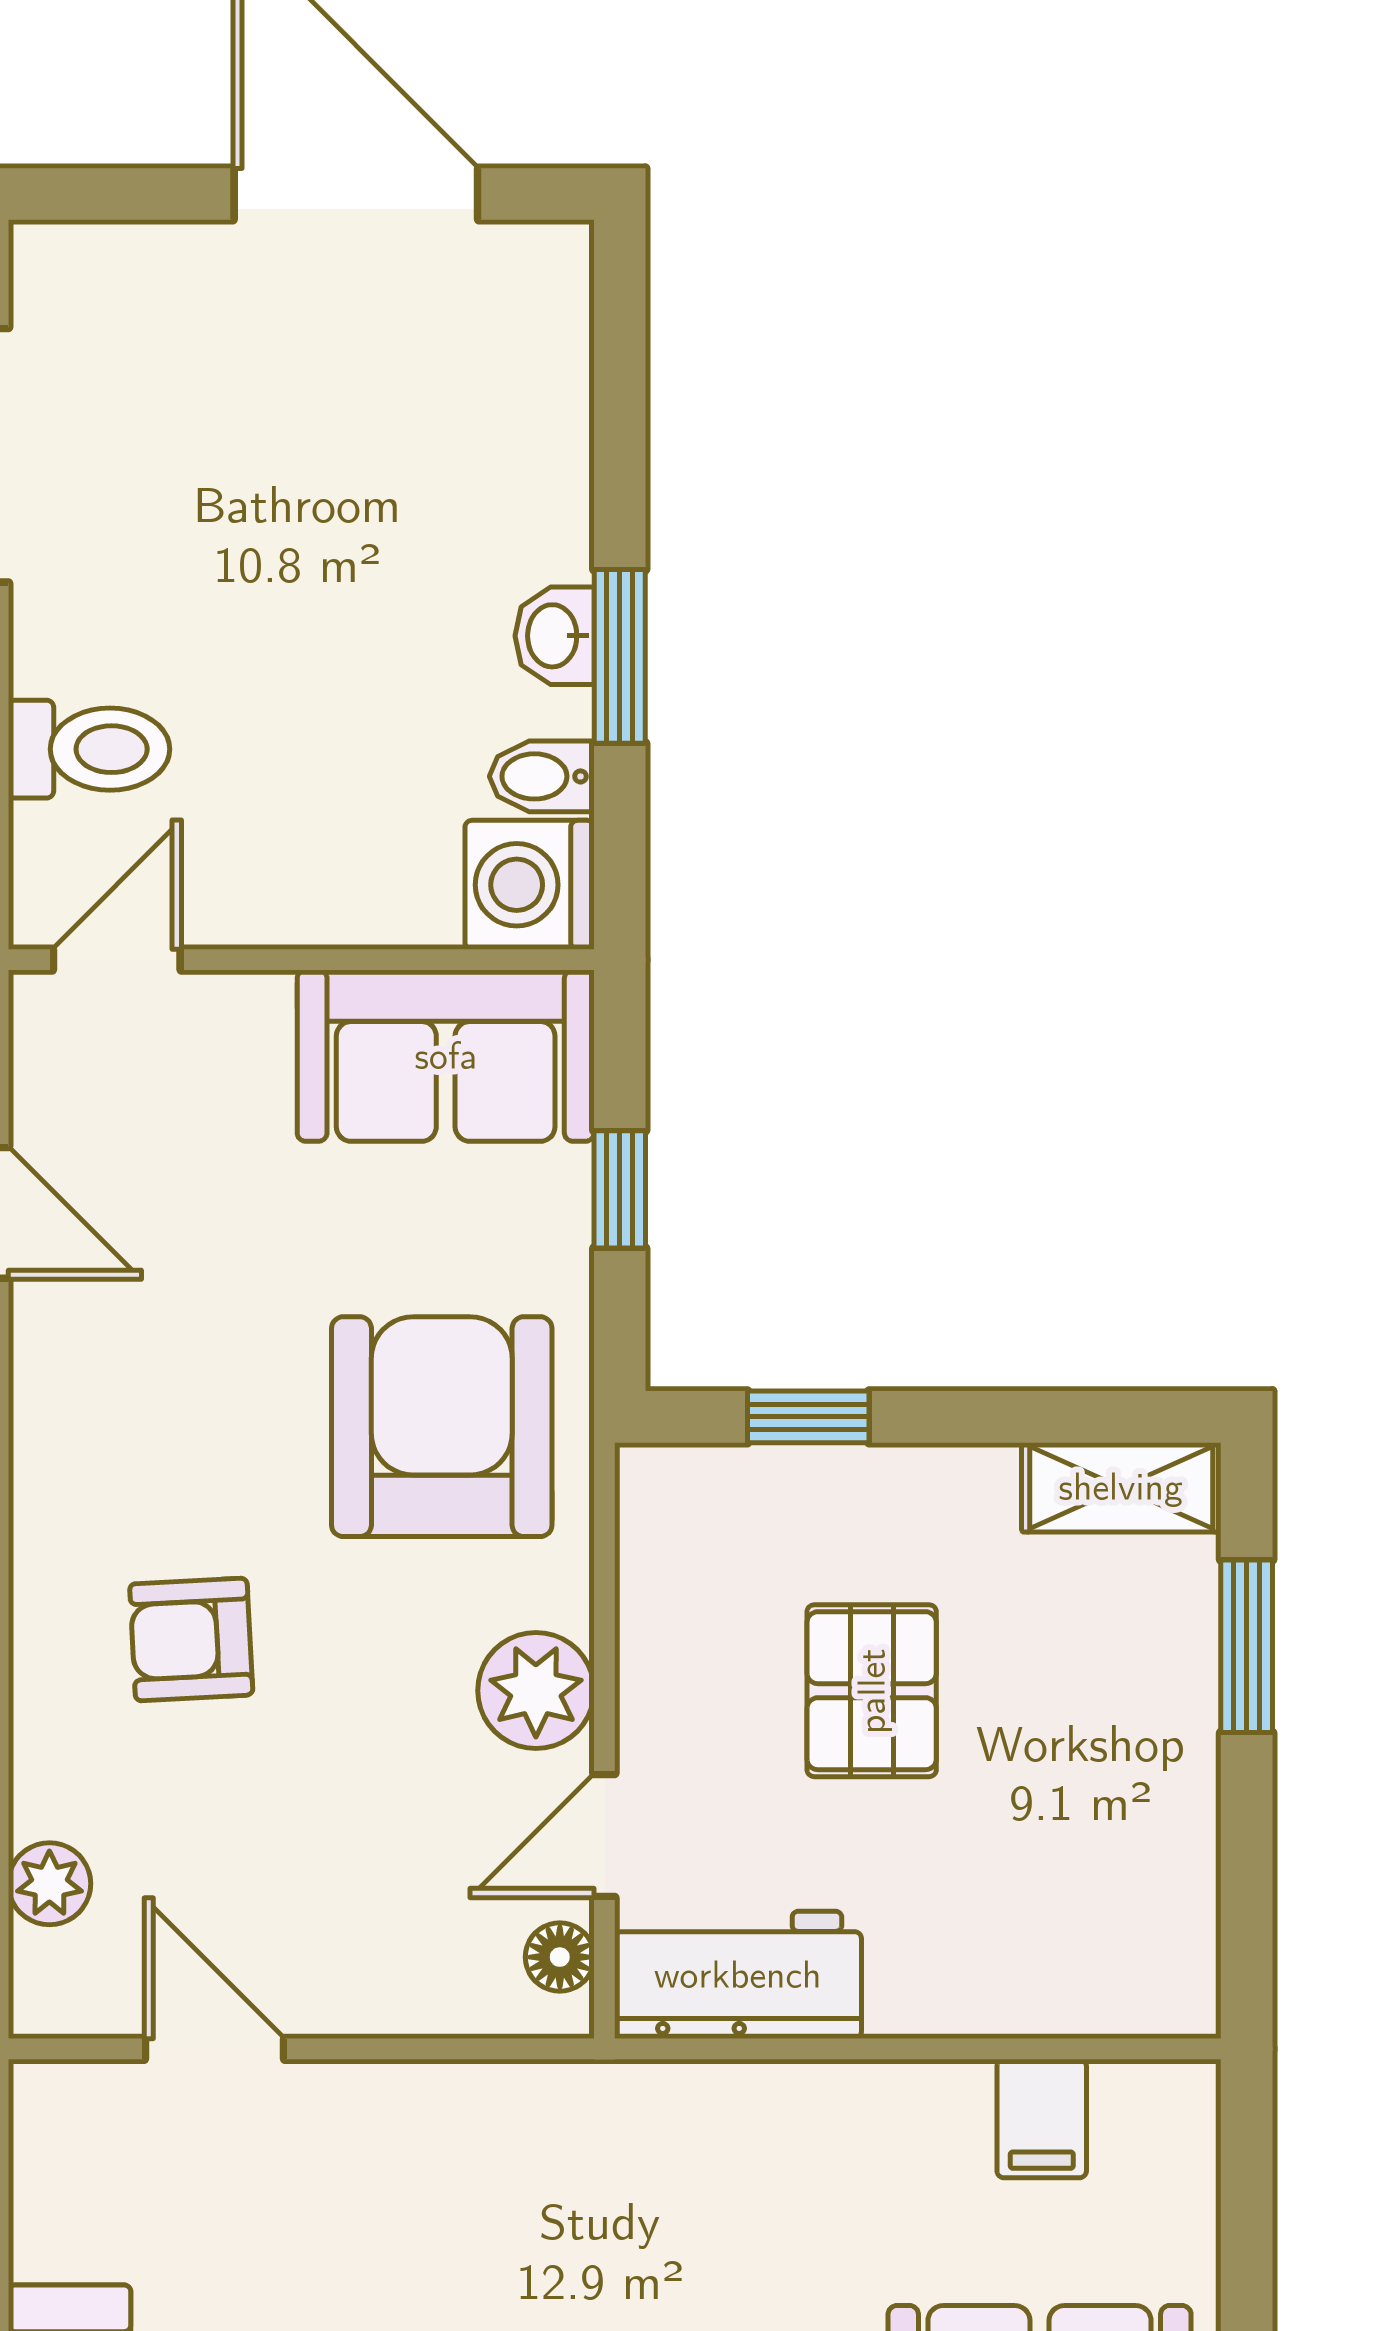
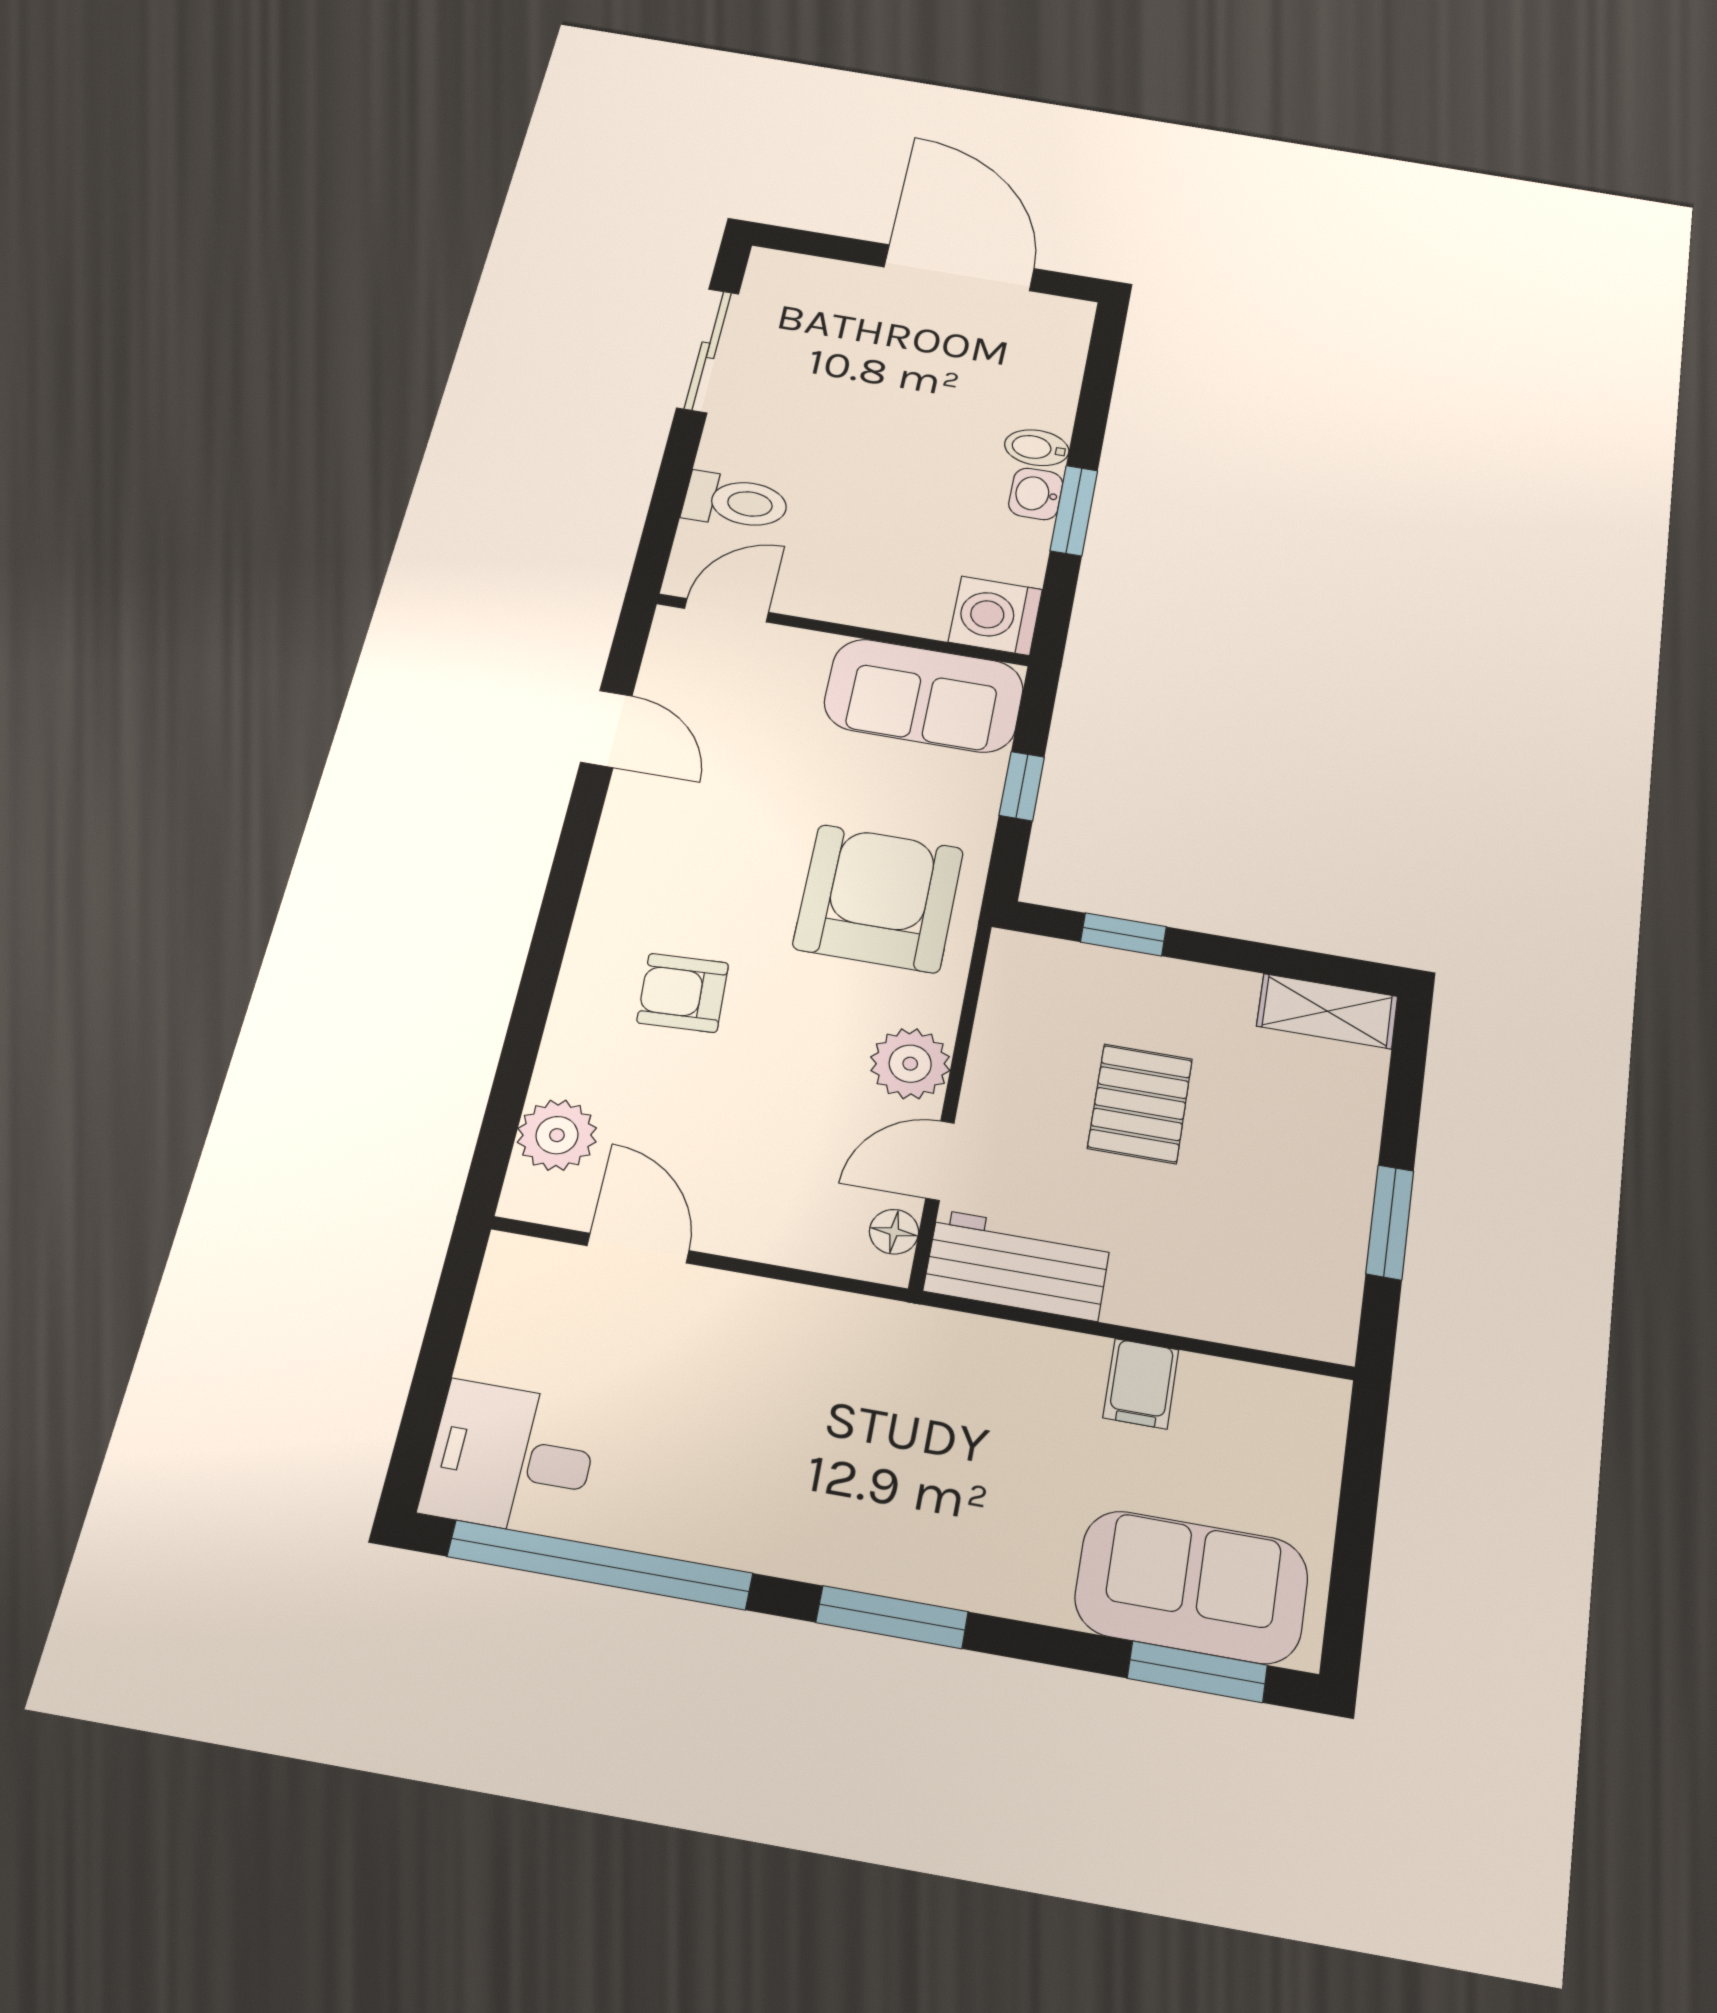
bidet: (542, 776) -> (1037, 448), moved
window: (1247, 1646) -> (1390, 1222), moved
plant: (49, 1884) -> (557, 1135), width x1.38, depth x1.38
filing cabinet: (1042, 2119) -> (1141, 1384), moved

